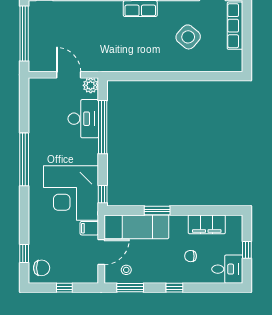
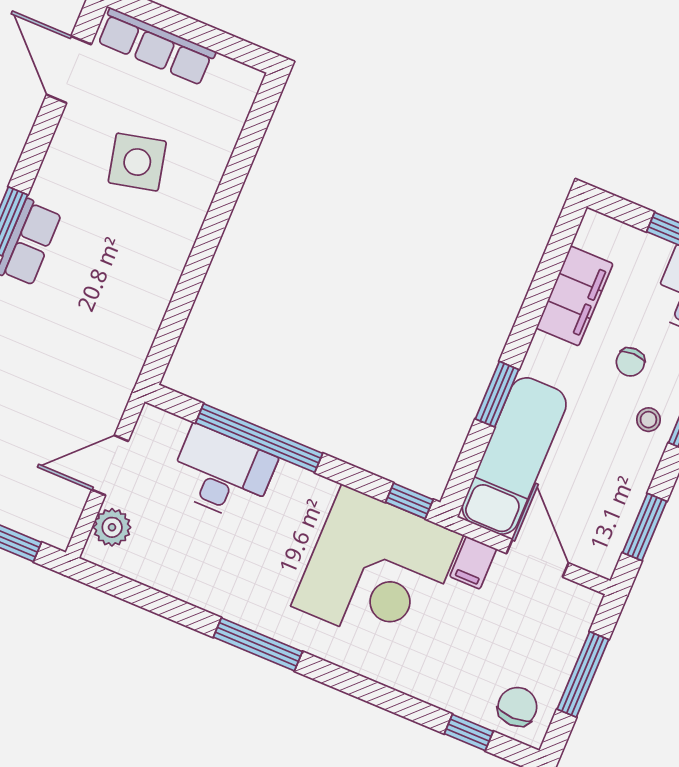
side table: (188, 37) -> (137, 162), turned 37
plant: (91, 85) -> (112, 527), moved
window: (24, 159) -> (258, 644), width x0.68
stool: (126, 270) -> (648, 420), moved
window: (64, 288) -> (583, 674), width x2.17

